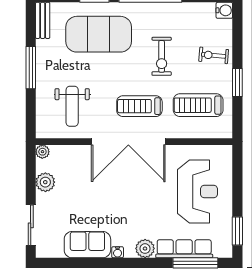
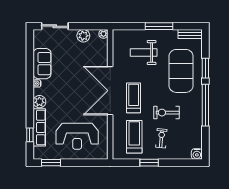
exercise bike: (214, 55) -> (161, 138), moved
weight bench: (72, 106) -> (144, 53), moved
window: (195, 263) -> (30, 135), width x0.46

